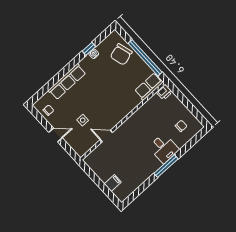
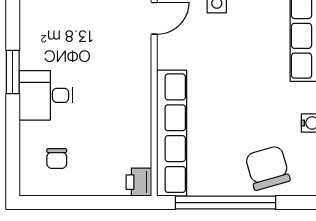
row of seats: (149, 87) -> (172, 133), width x2.02
window: (166, 166) -> (13, 72), width x0.69

